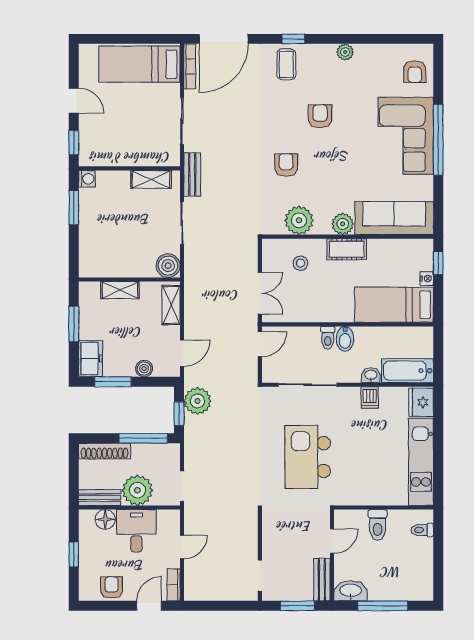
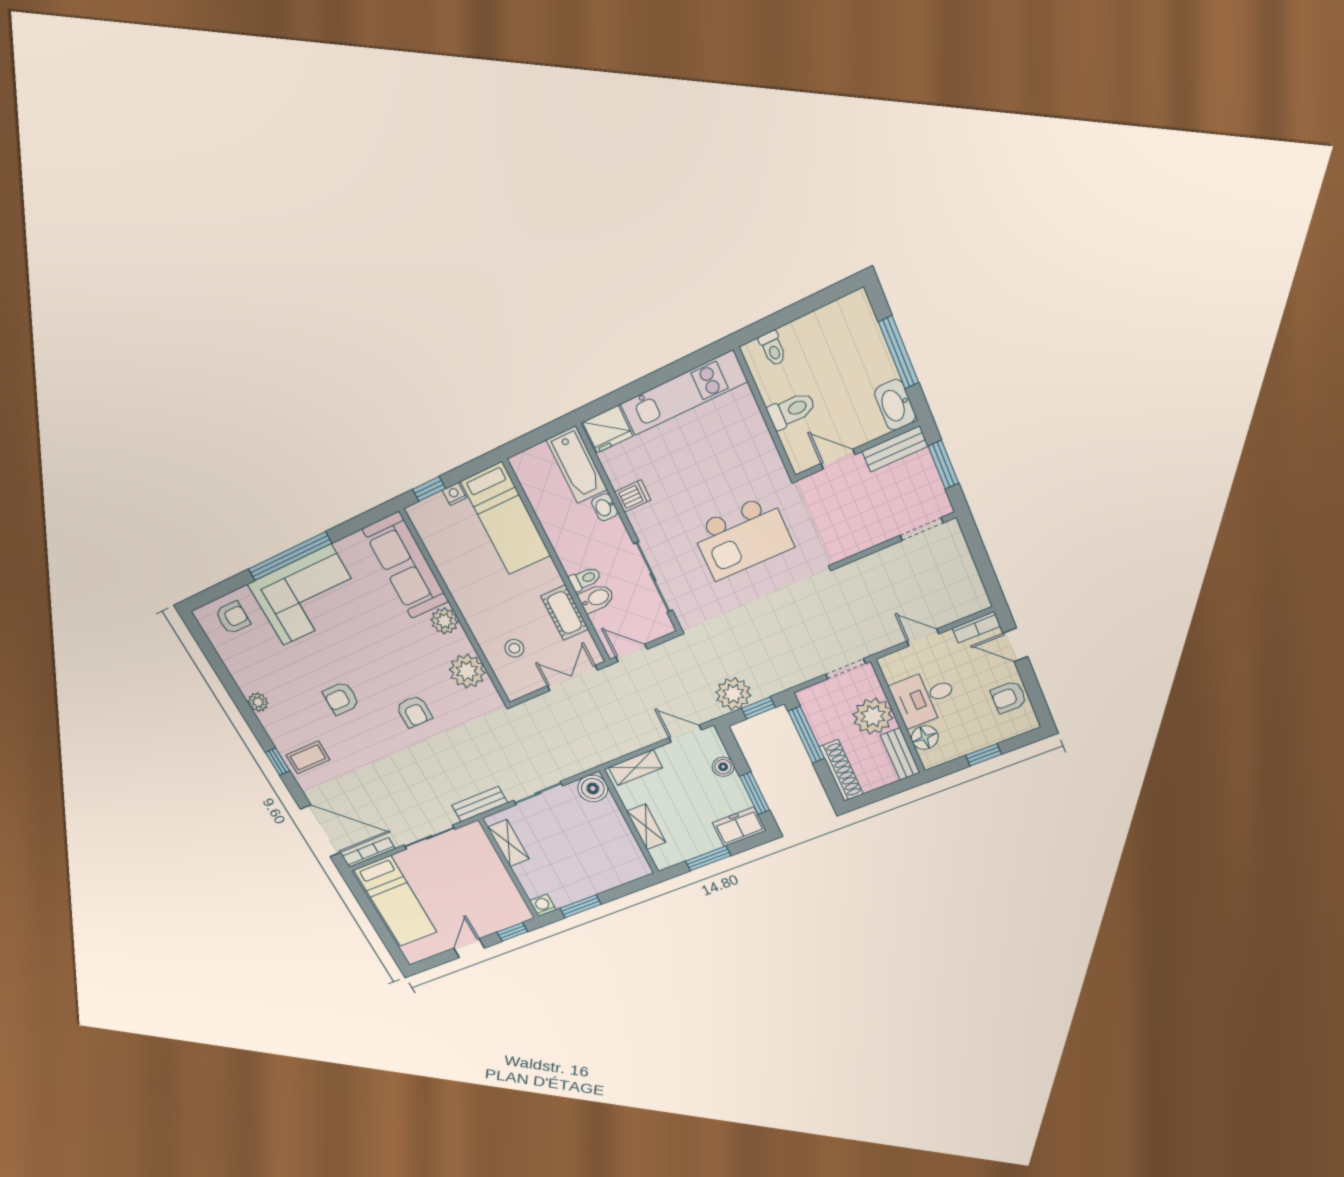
armchair: (286, 165) -> (414, 712), turned -90
cot: (347, 249) -> (565, 613), moved
bidet: (345, 339) -> (596, 598), moved

